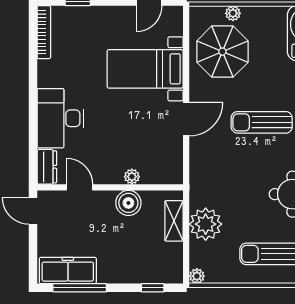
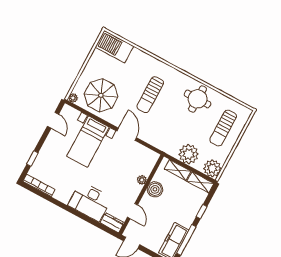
plant: (233, 13) -> (73, 98), moved
door: (80, 187) -> (132, 211), swing flipped
shelving: (174, 263) -> (200, 182), added
plant: (197, 276) -> (212, 168), width x1.88, depth x1.88
window: (153, 288) -> (202, 212), moved

